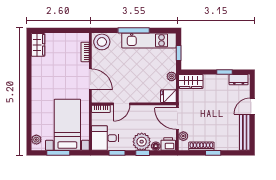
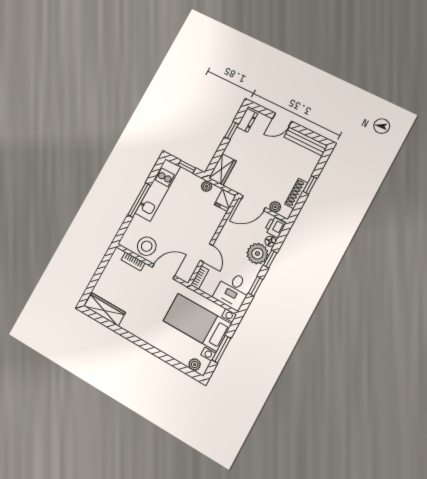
stool: (102, 42) -> (147, 246), moved
wardrobe: (38, 45) -> (105, 309), width x1.50
door: (252, 106) -> (282, 120), hinge flipped

